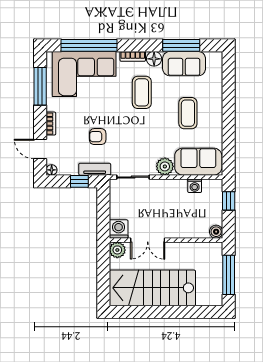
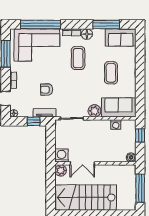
sofa: (184, 64) -> (121, 38), moved

